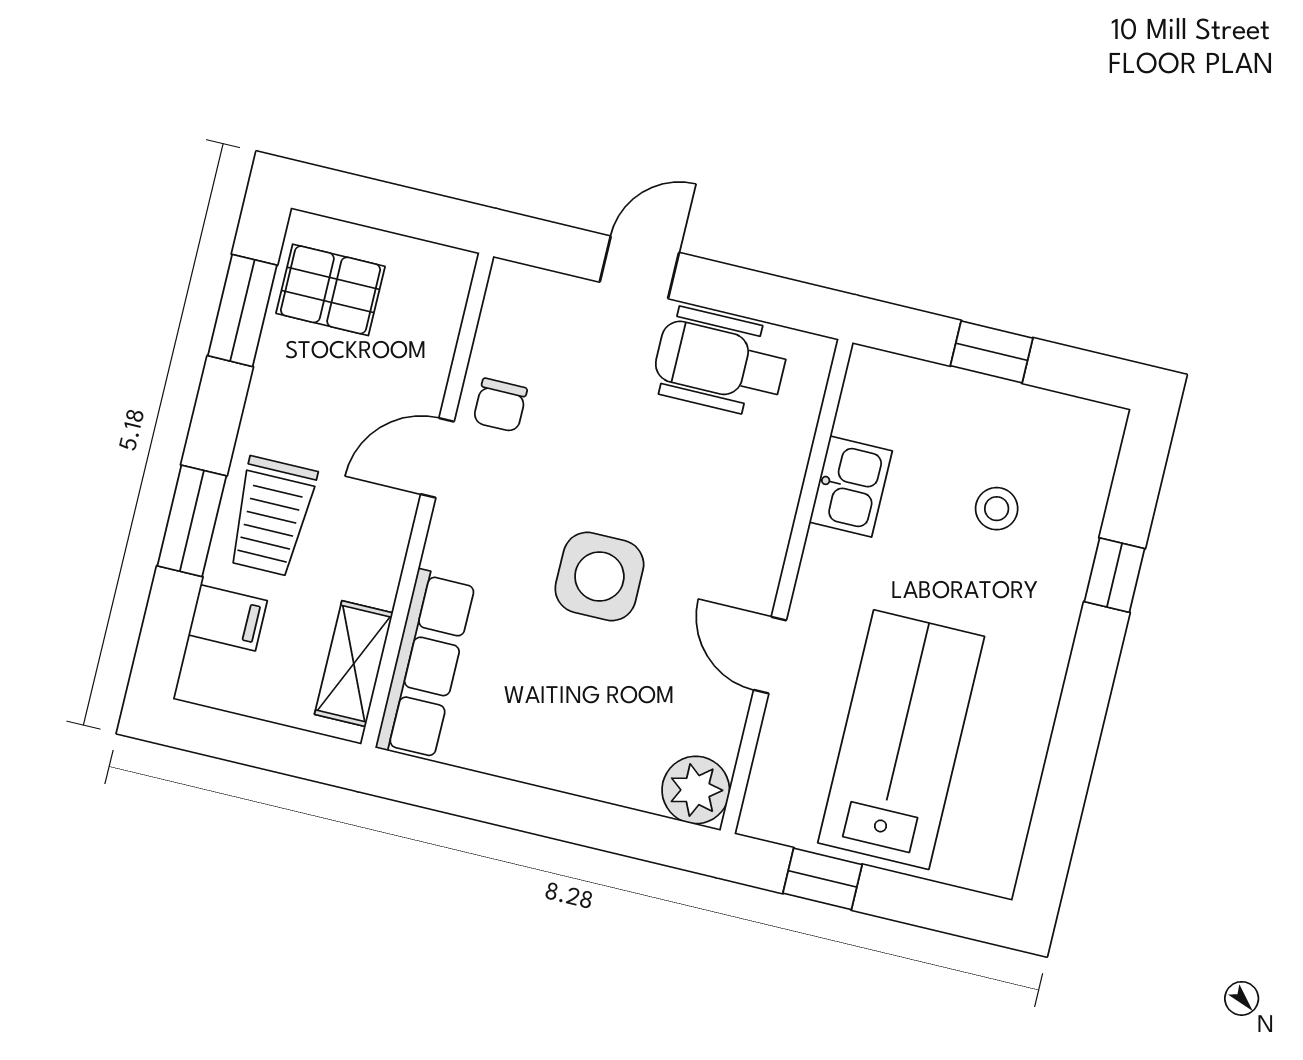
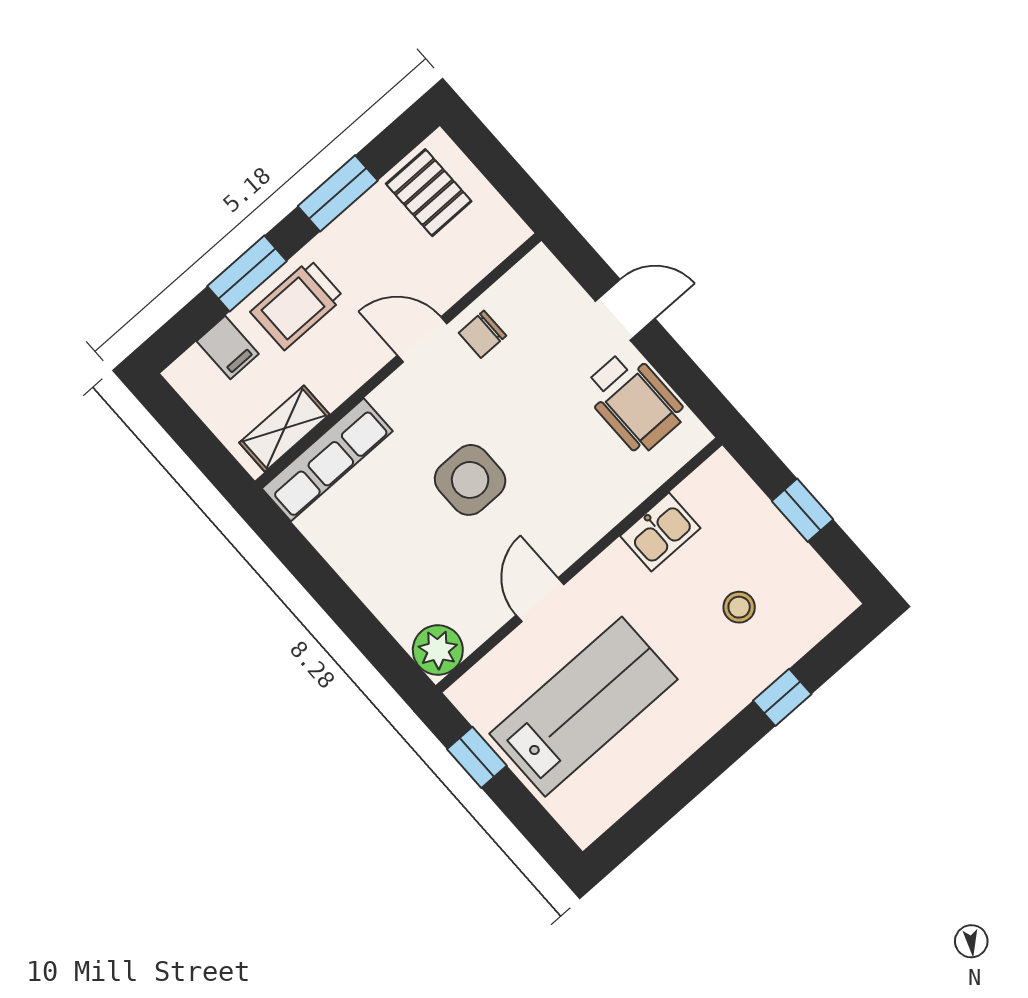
window: (242, 310) -> (338, 193), moved
wheelchair: (720, 362) -> (634, 402), turned 180

